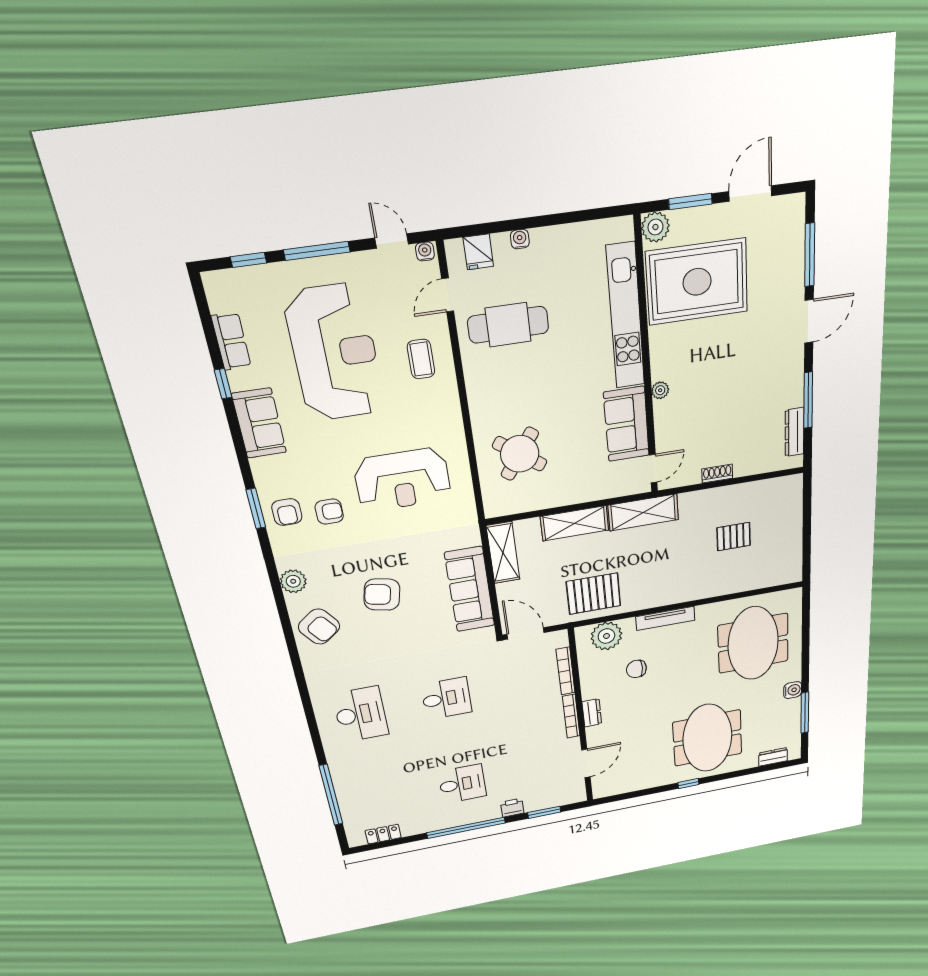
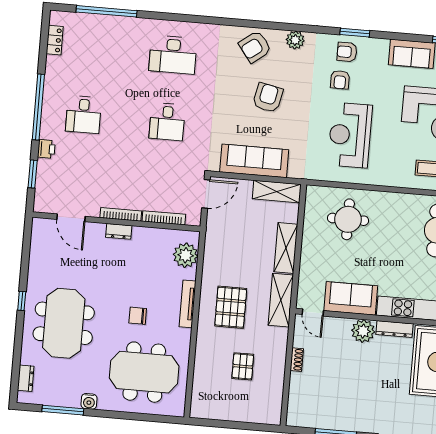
plant: (660, 390) -> (363, 331), width x1.87, depth x1.87
dresser: (794, 432) -> (394, 329), moved, turned 180
round table: (520, 454) -> (348, 219), turned -36
pallet: (594, 594) -> (231, 307), moved
chair: (636, 669) -> (138, 316), moved, turned -90
meeting table: (707, 738) -> (64, 323), turned 90

